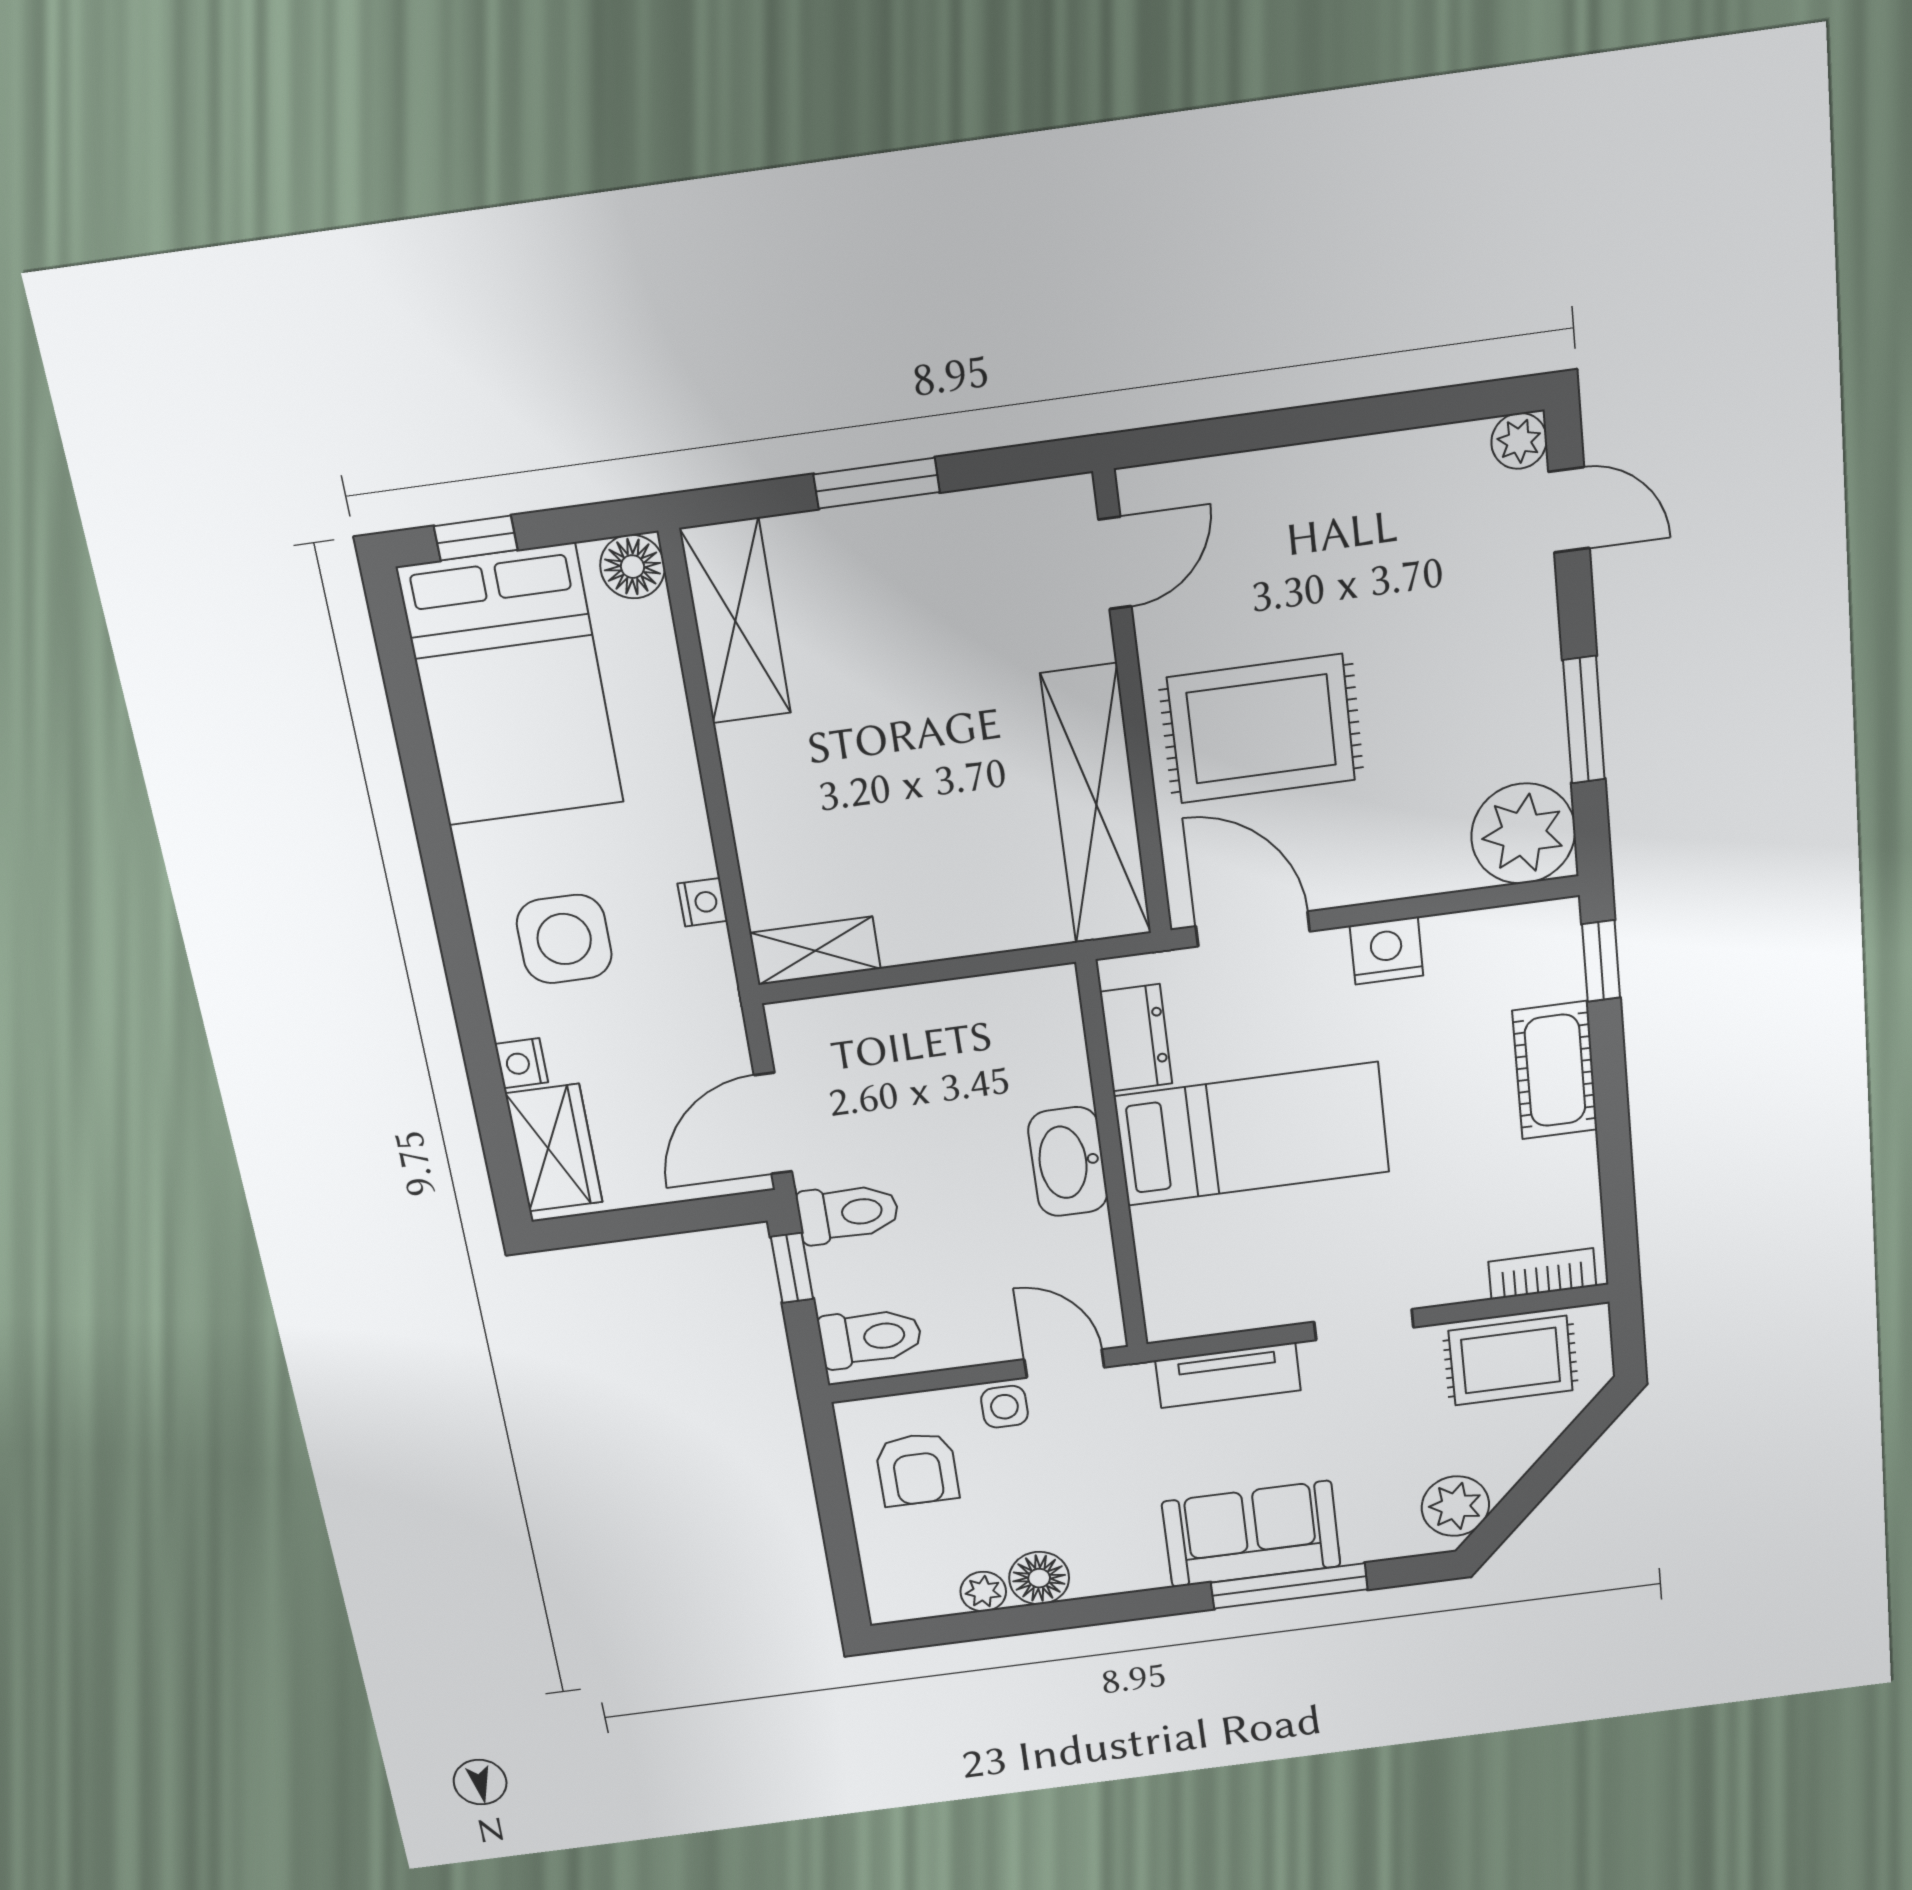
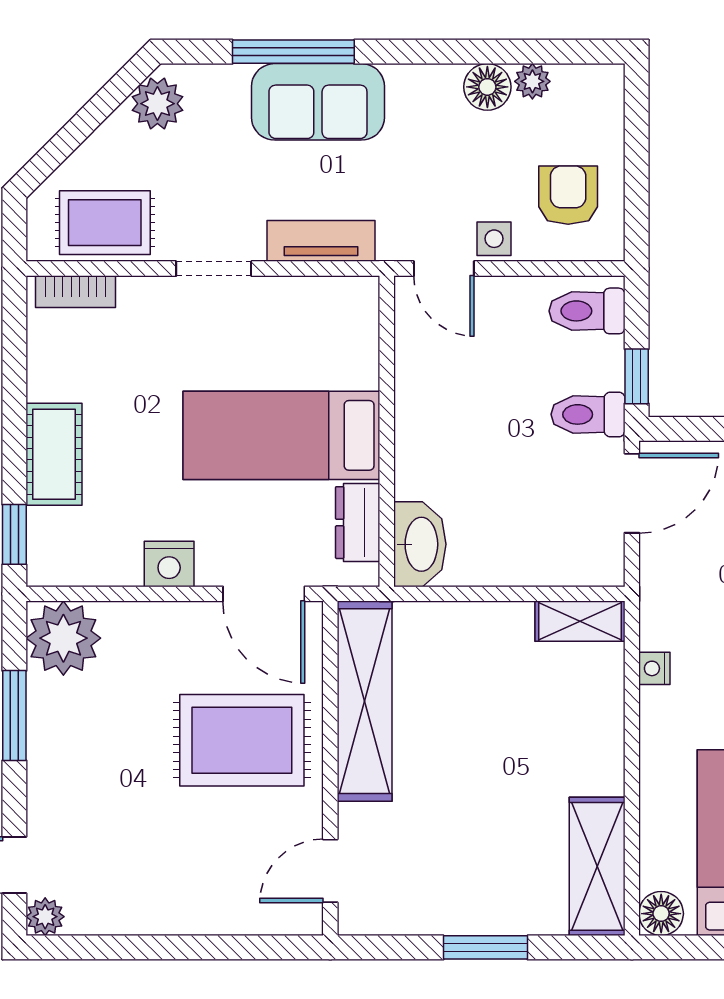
washbasin: (1068, 1162) -> (420, 544), moved

